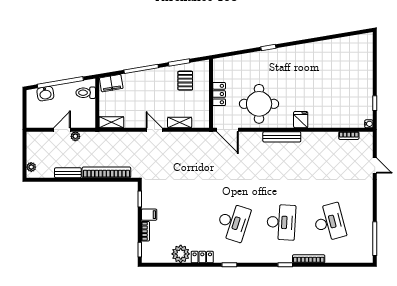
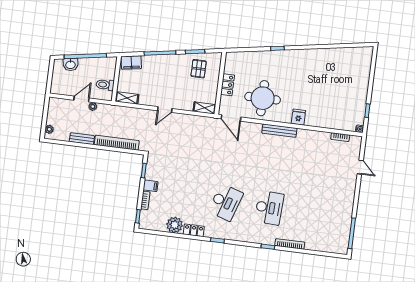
toilet: (86, 93) -> (105, 85), moved
shelving: (180, 122) -> (204, 108), moved
door: (154, 130) -> (165, 110), swing flipped
desk: (329, 222) -> (313, 213), removed

